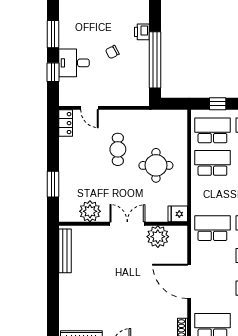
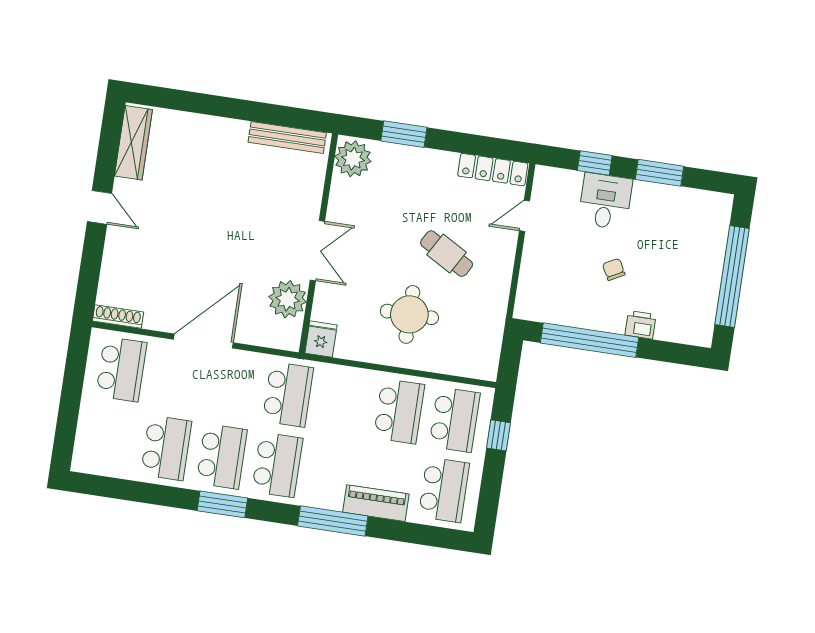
locker: (66, 123) -> (493, 170), width x1.53
cafe table: (118, 149) -> (447, 254), turned 30
plant: (90, 211) -> (353, 159), moved

